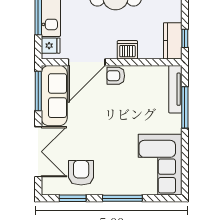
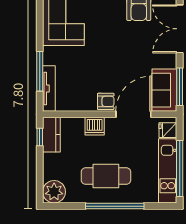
sofa: (54, 96) -> (164, 90), width x0.73

